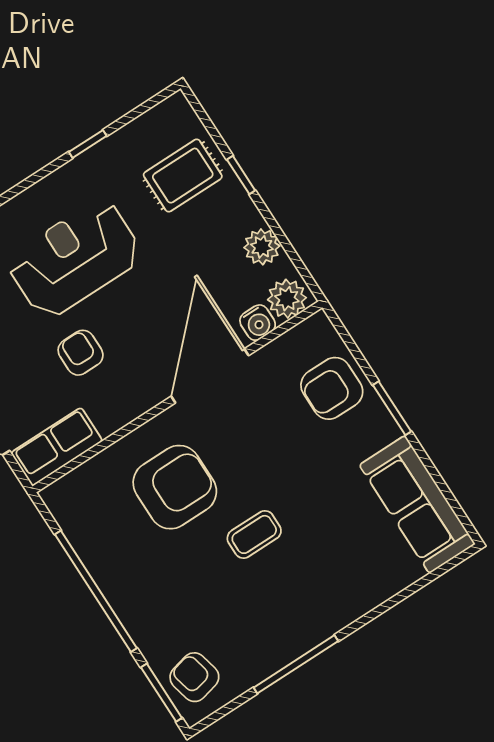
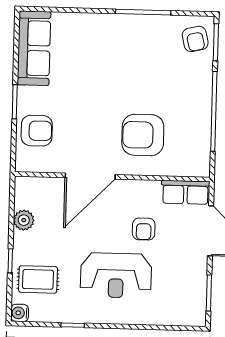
plant: (287, 299) -> (29, 188), removed
water cooler: (258, 323) -> (20, 313), moved, turned -90
coffee table: (254, 534) -> (121, 87), removed

